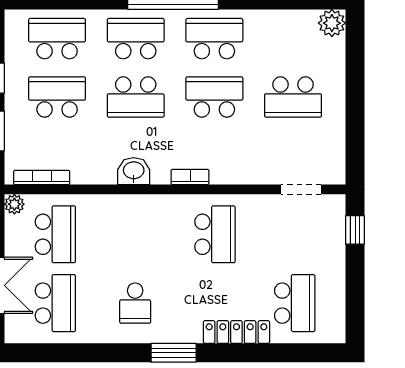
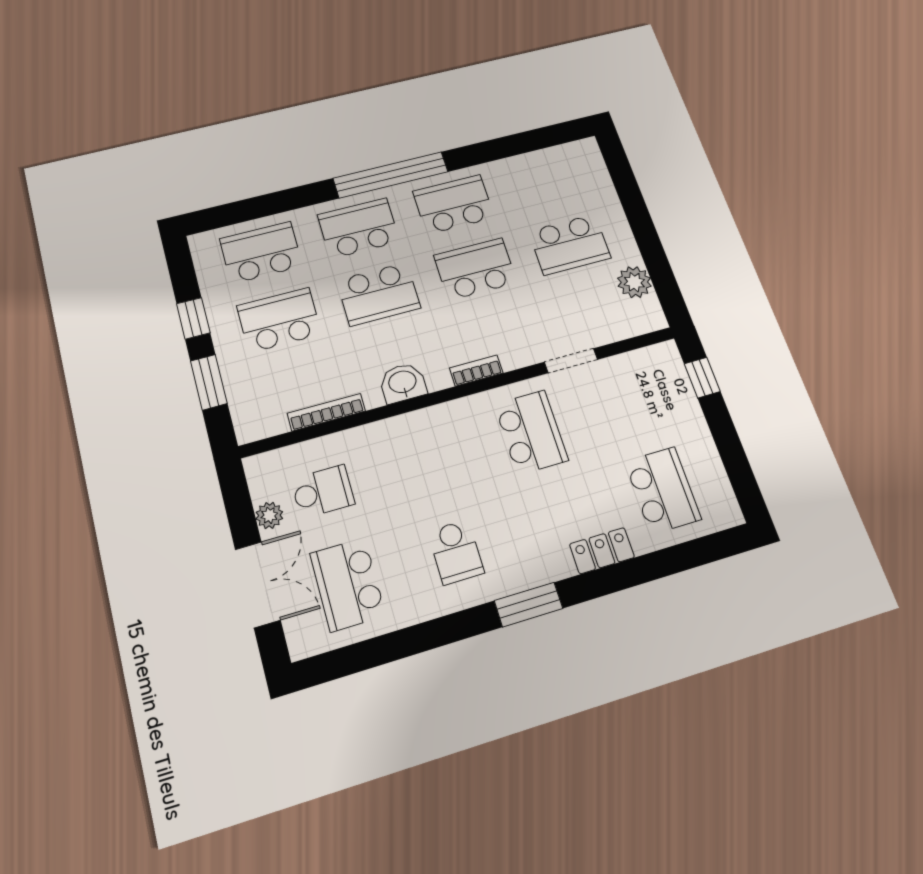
plant: (332, 23) -> (634, 282), moved
bookcase: (42, 177) -> (326, 412), moved
doorway: (301, 189) -> (571, 361), moved
plant: (14, 204) -> (269, 515), moved
school desk: (55, 234) -> (323, 491), width x0.54
school desk: (55, 303) -> (348, 584), turned 180
locker: (236, 332) -> (602, 551), width x0.66

